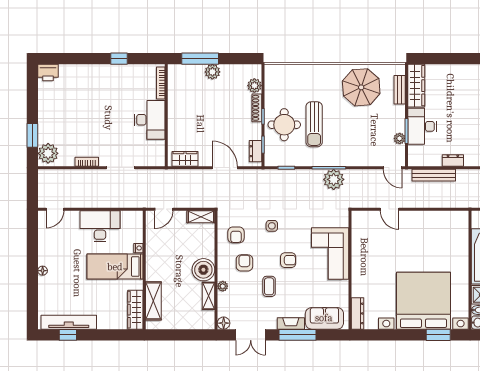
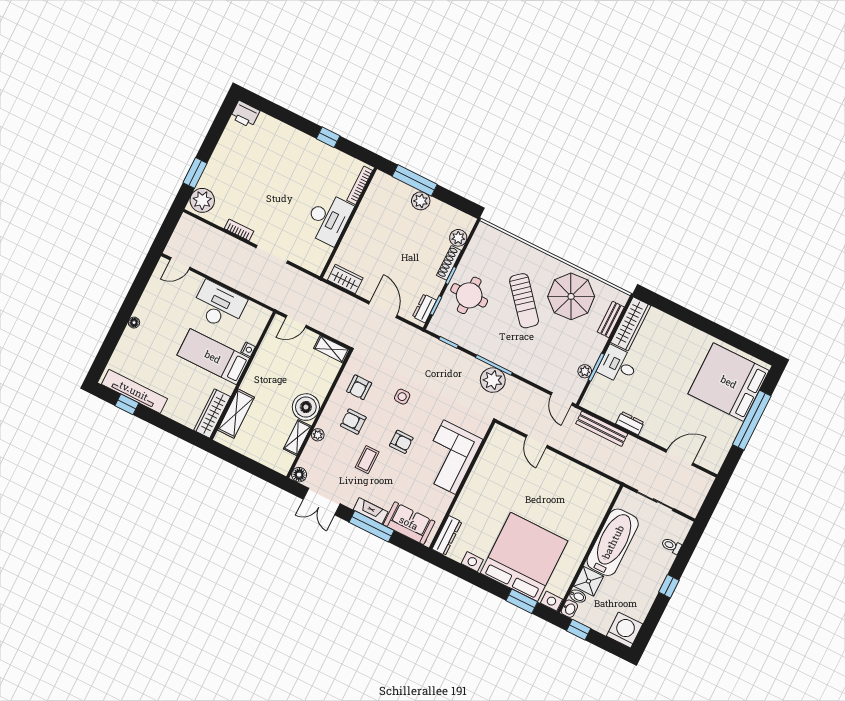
sun lounger: (314, 124) -> (524, 301), moved, turned -40
desk: (422, 126) -> (618, 365), width x0.73
armchair: (244, 263) -> (353, 422), turned -90

